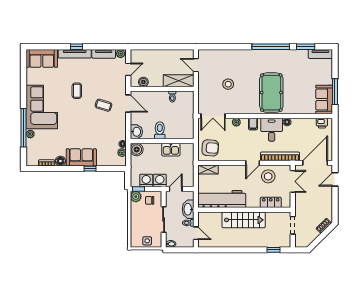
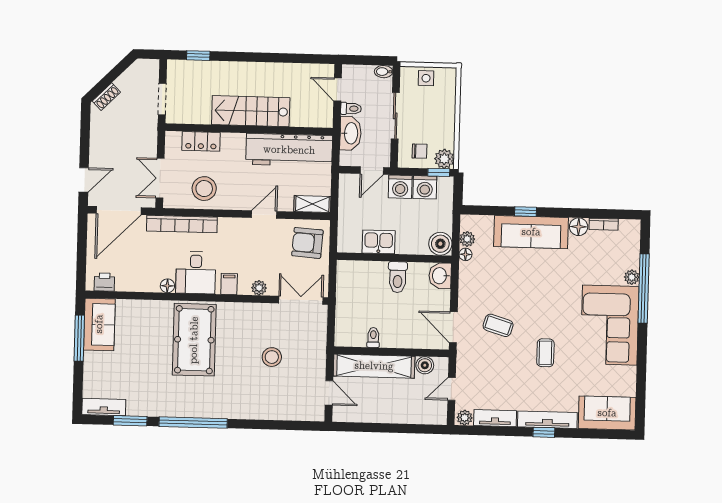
shelving: (179, 81) -> (374, 366), width x1.47
sofa: (81, 157) -> (531, 232), width x1.36
door: (253, 163) -> (264, 215), moved

